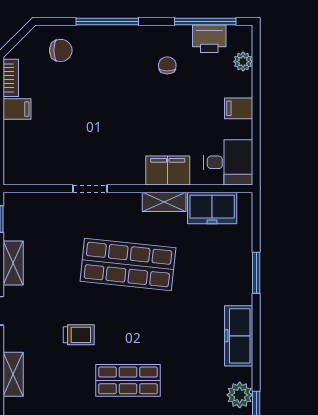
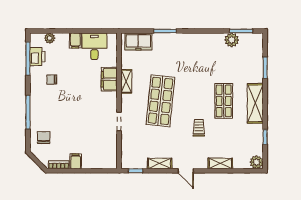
desk: (228, 162) -> (94, 46), moved
freezer: (212, 208) -> (138, 42), moved, turned 90
freezer: (239, 336) -> (199, 41), removed

